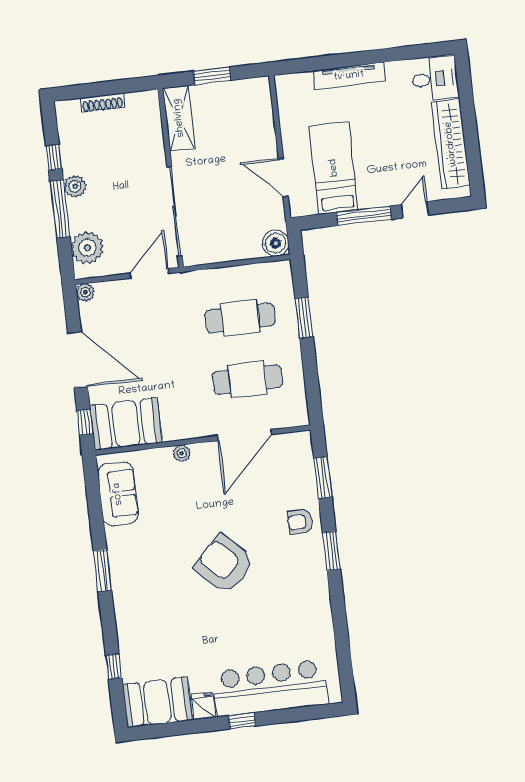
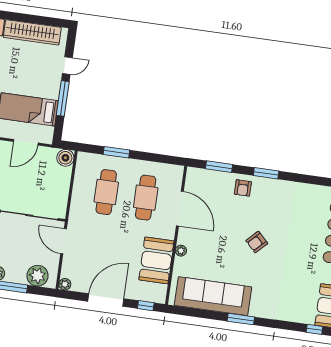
door: (415, 210) -> (67, 66), swing flipped
booth: (126, 424) -> (156, 260), moved
sofa: (118, 494) -> (213, 296), width x1.85, depth x1.27
armchair: (224, 564) -> (257, 242), width x0.53, depth x0.53
window: (114, 667) -> (314, 329), moved

